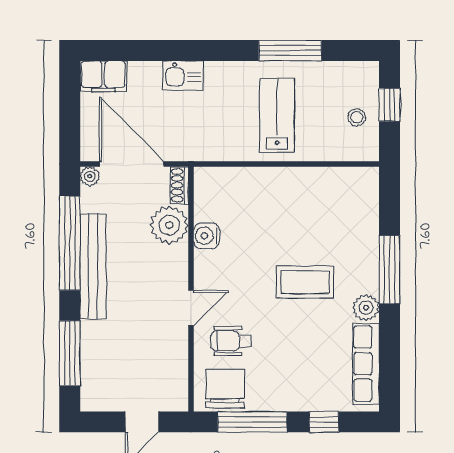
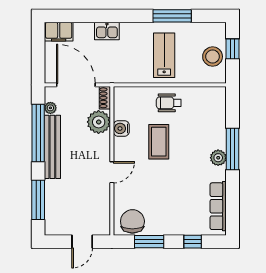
stool: (357, 117) -> (213, 57), width x1.89, depth x1.89
plant: (90, 176) -> (50, 108), moved
coffee table: (305, 282) -> (159, 142), moved, turned 90
plant: (366, 308) -> (218, 158), moved
wheelchair: (231, 341) -> (169, 103), moved
window: (252, 422) -> (149, 242), width x0.69

